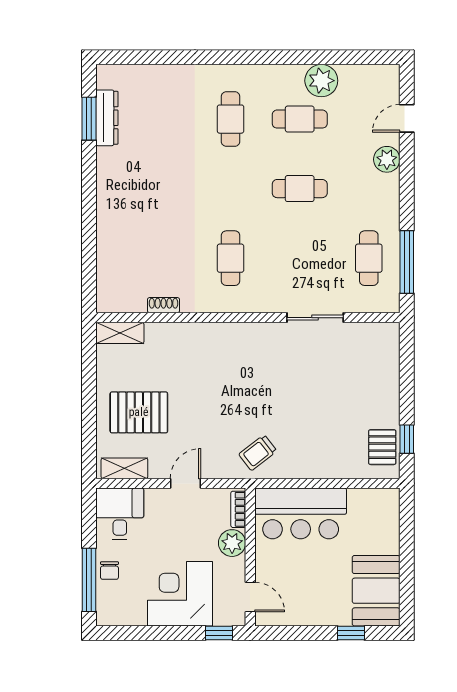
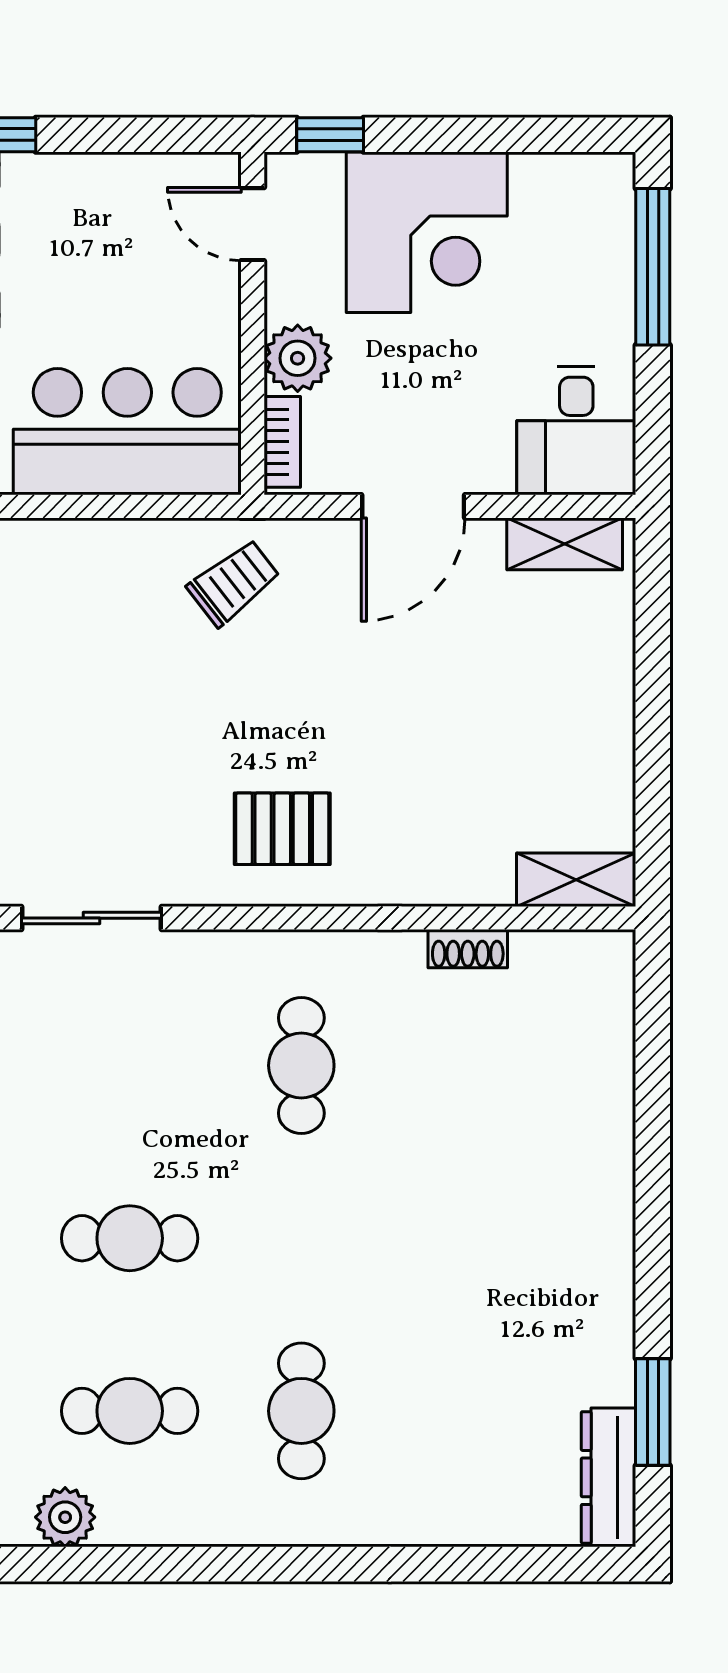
plant: (321, 81) -> (65, 1517), width x0.73, depth x0.73
dresser: (107, 118) -> (608, 1477), moved
pallet: (139, 412) -> (282, 829), moved, width x0.67, depth x0.71
door: (186, 483) -> (413, 506), width x1.37
chair: (109, 571) -> (602, 290), removed

